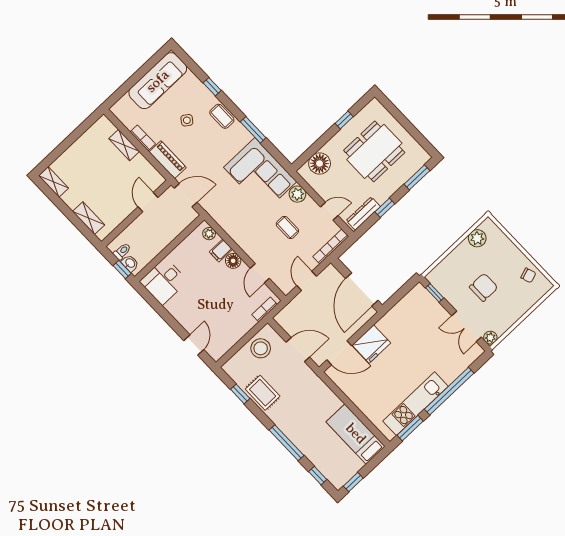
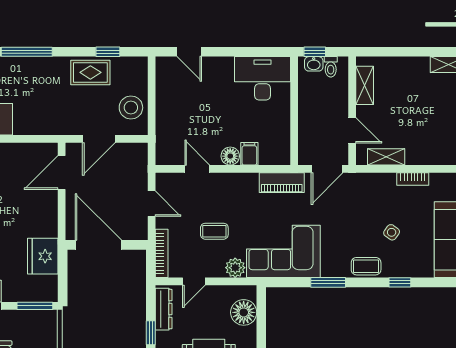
shelving: (124, 145) -> (386, 157), moved
piano: (168, 160) -> (282, 183), moved
shelving: (89, 218) -> (365, 85), moved, turned 90
plant: (209, 234) -> (274, 158), removed
desk: (164, 281) -> (262, 78), width x1.37
window: (435, 293) -> (35, 306), width x1.50
bookcase: (265, 309) -> (162, 143), removed
fridge: (371, 344) -> (43, 256), moved

